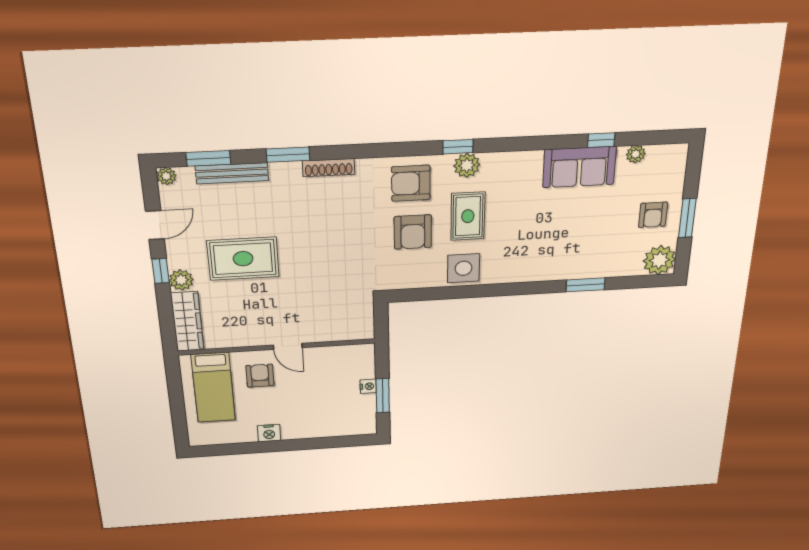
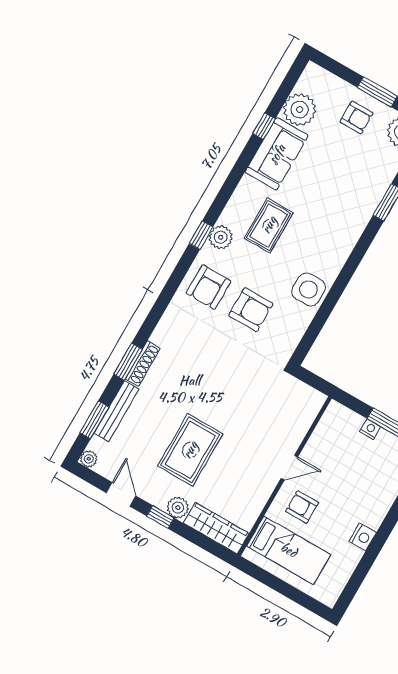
plant: (636, 154) -> (300, 109), width x1.88, depth x1.88
shoe rack: (329, 168) -> (143, 364), moved
rug: (468, 216) -> (269, 225), moved, turned 90

